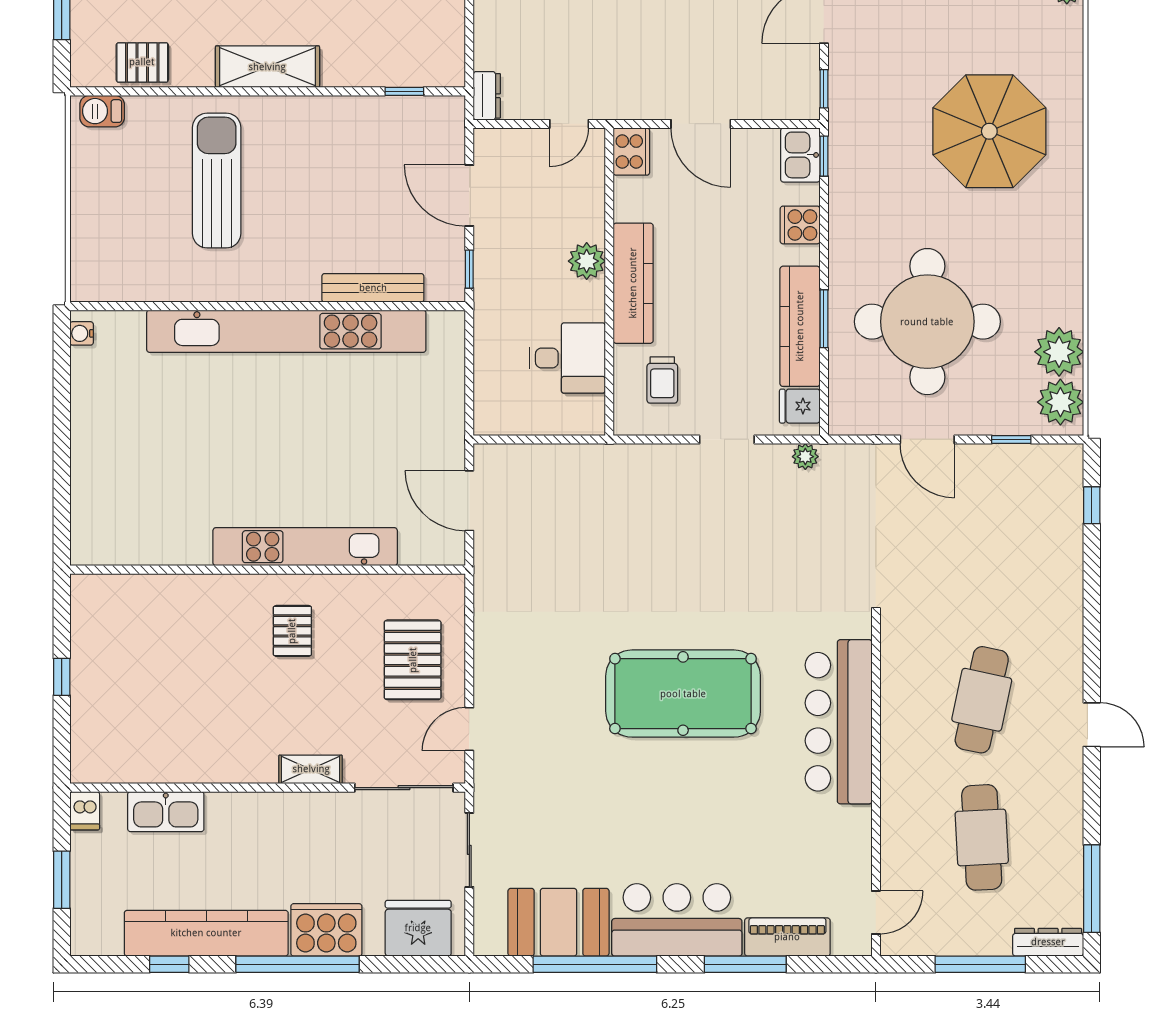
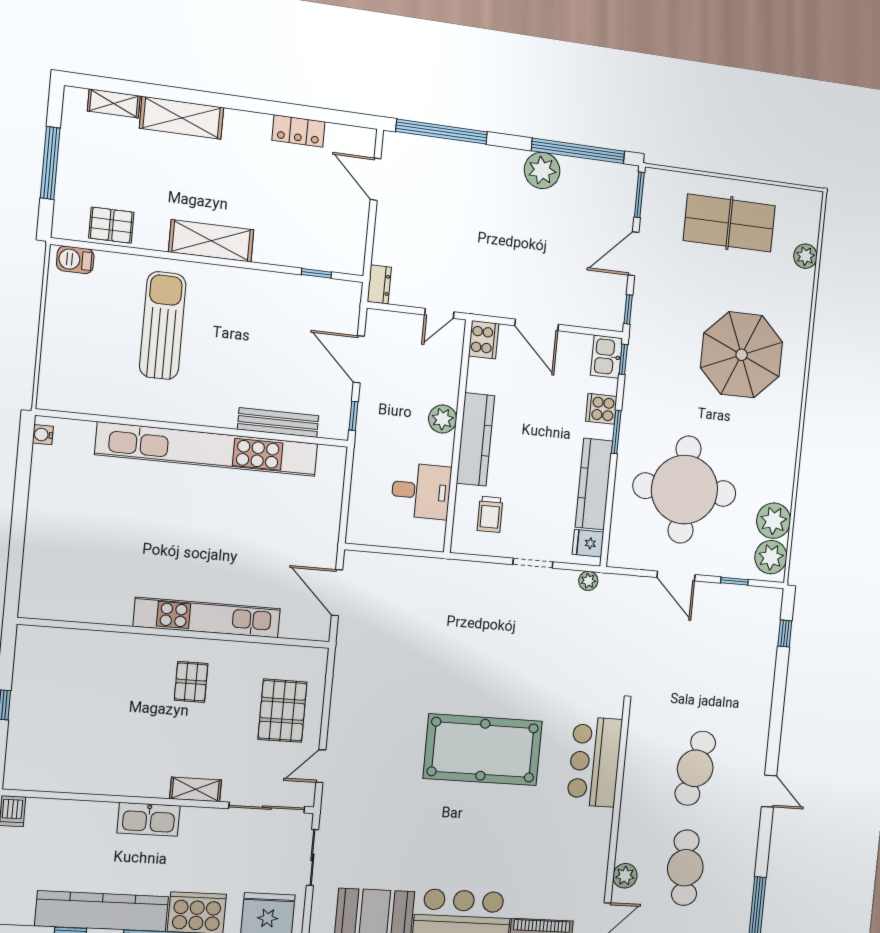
window: (824, 319) -> (616, 432), moved
bar counter: (839, 722) -> (595, 762), width x0.73
kitchen sink: (166, 812) -> (149, 819), moved
plant: (897, 853) -> (625, 876), added

